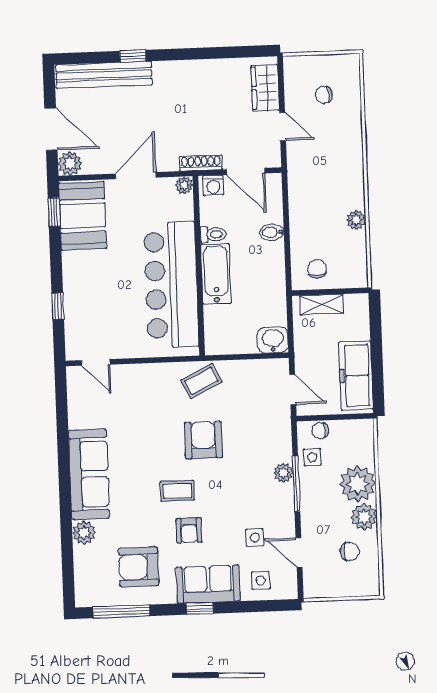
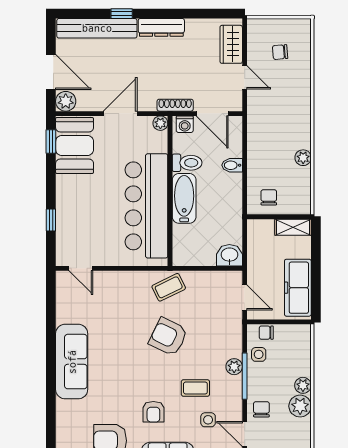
dresser: (181, 71) -> (161, 27), added
toilet: (213, 234) -> (187, 163), width x1.37, depth x1.39
shelving: (322, 304) -> (293, 227), moved
armchair: (203, 440) -> (168, 337), turned -64
plant: (358, 484) -> (303, 385), width x0.53, depth x0.53
coffee table: (177, 491) -> (195, 388), moved
plant: (84, 533) -> (66, 410), removed
chair: (350, 551) -> (261, 409), moved, turned -90

